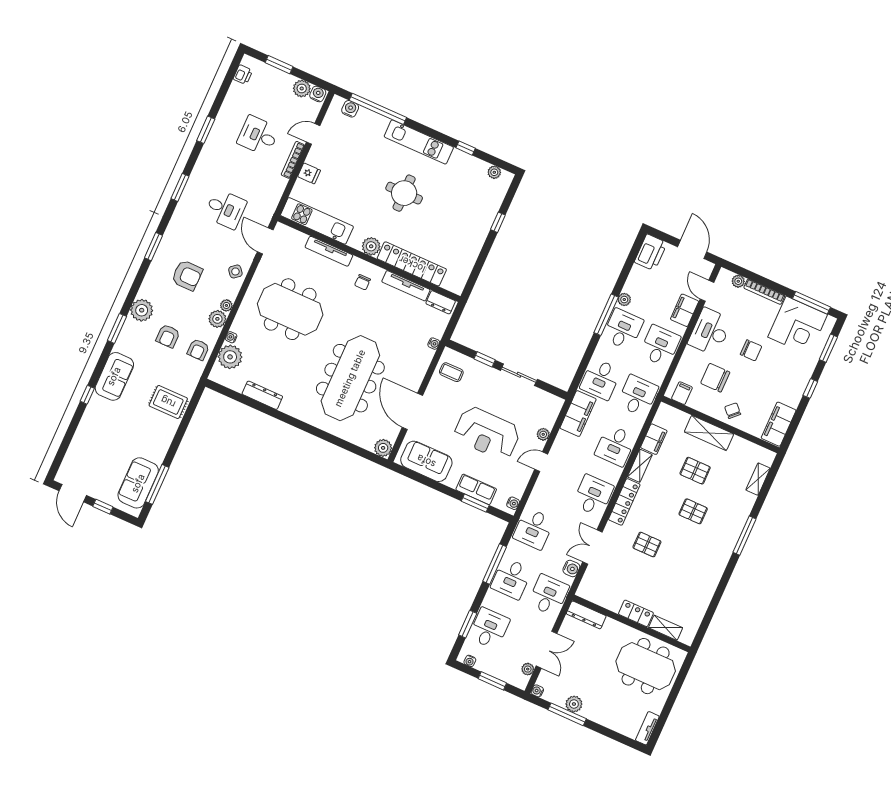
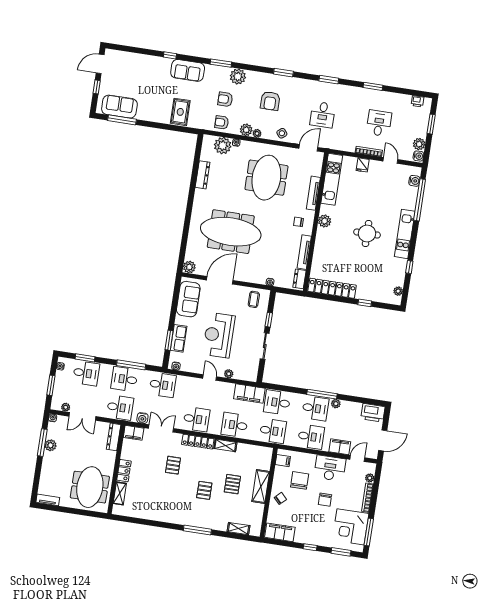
locker: (412, 264) -> (332, 288), moved, turned -90
filing cabinet: (654, 439) -> (134, 433), moved
desk: (534, 529) -> (163, 385), turned 180

